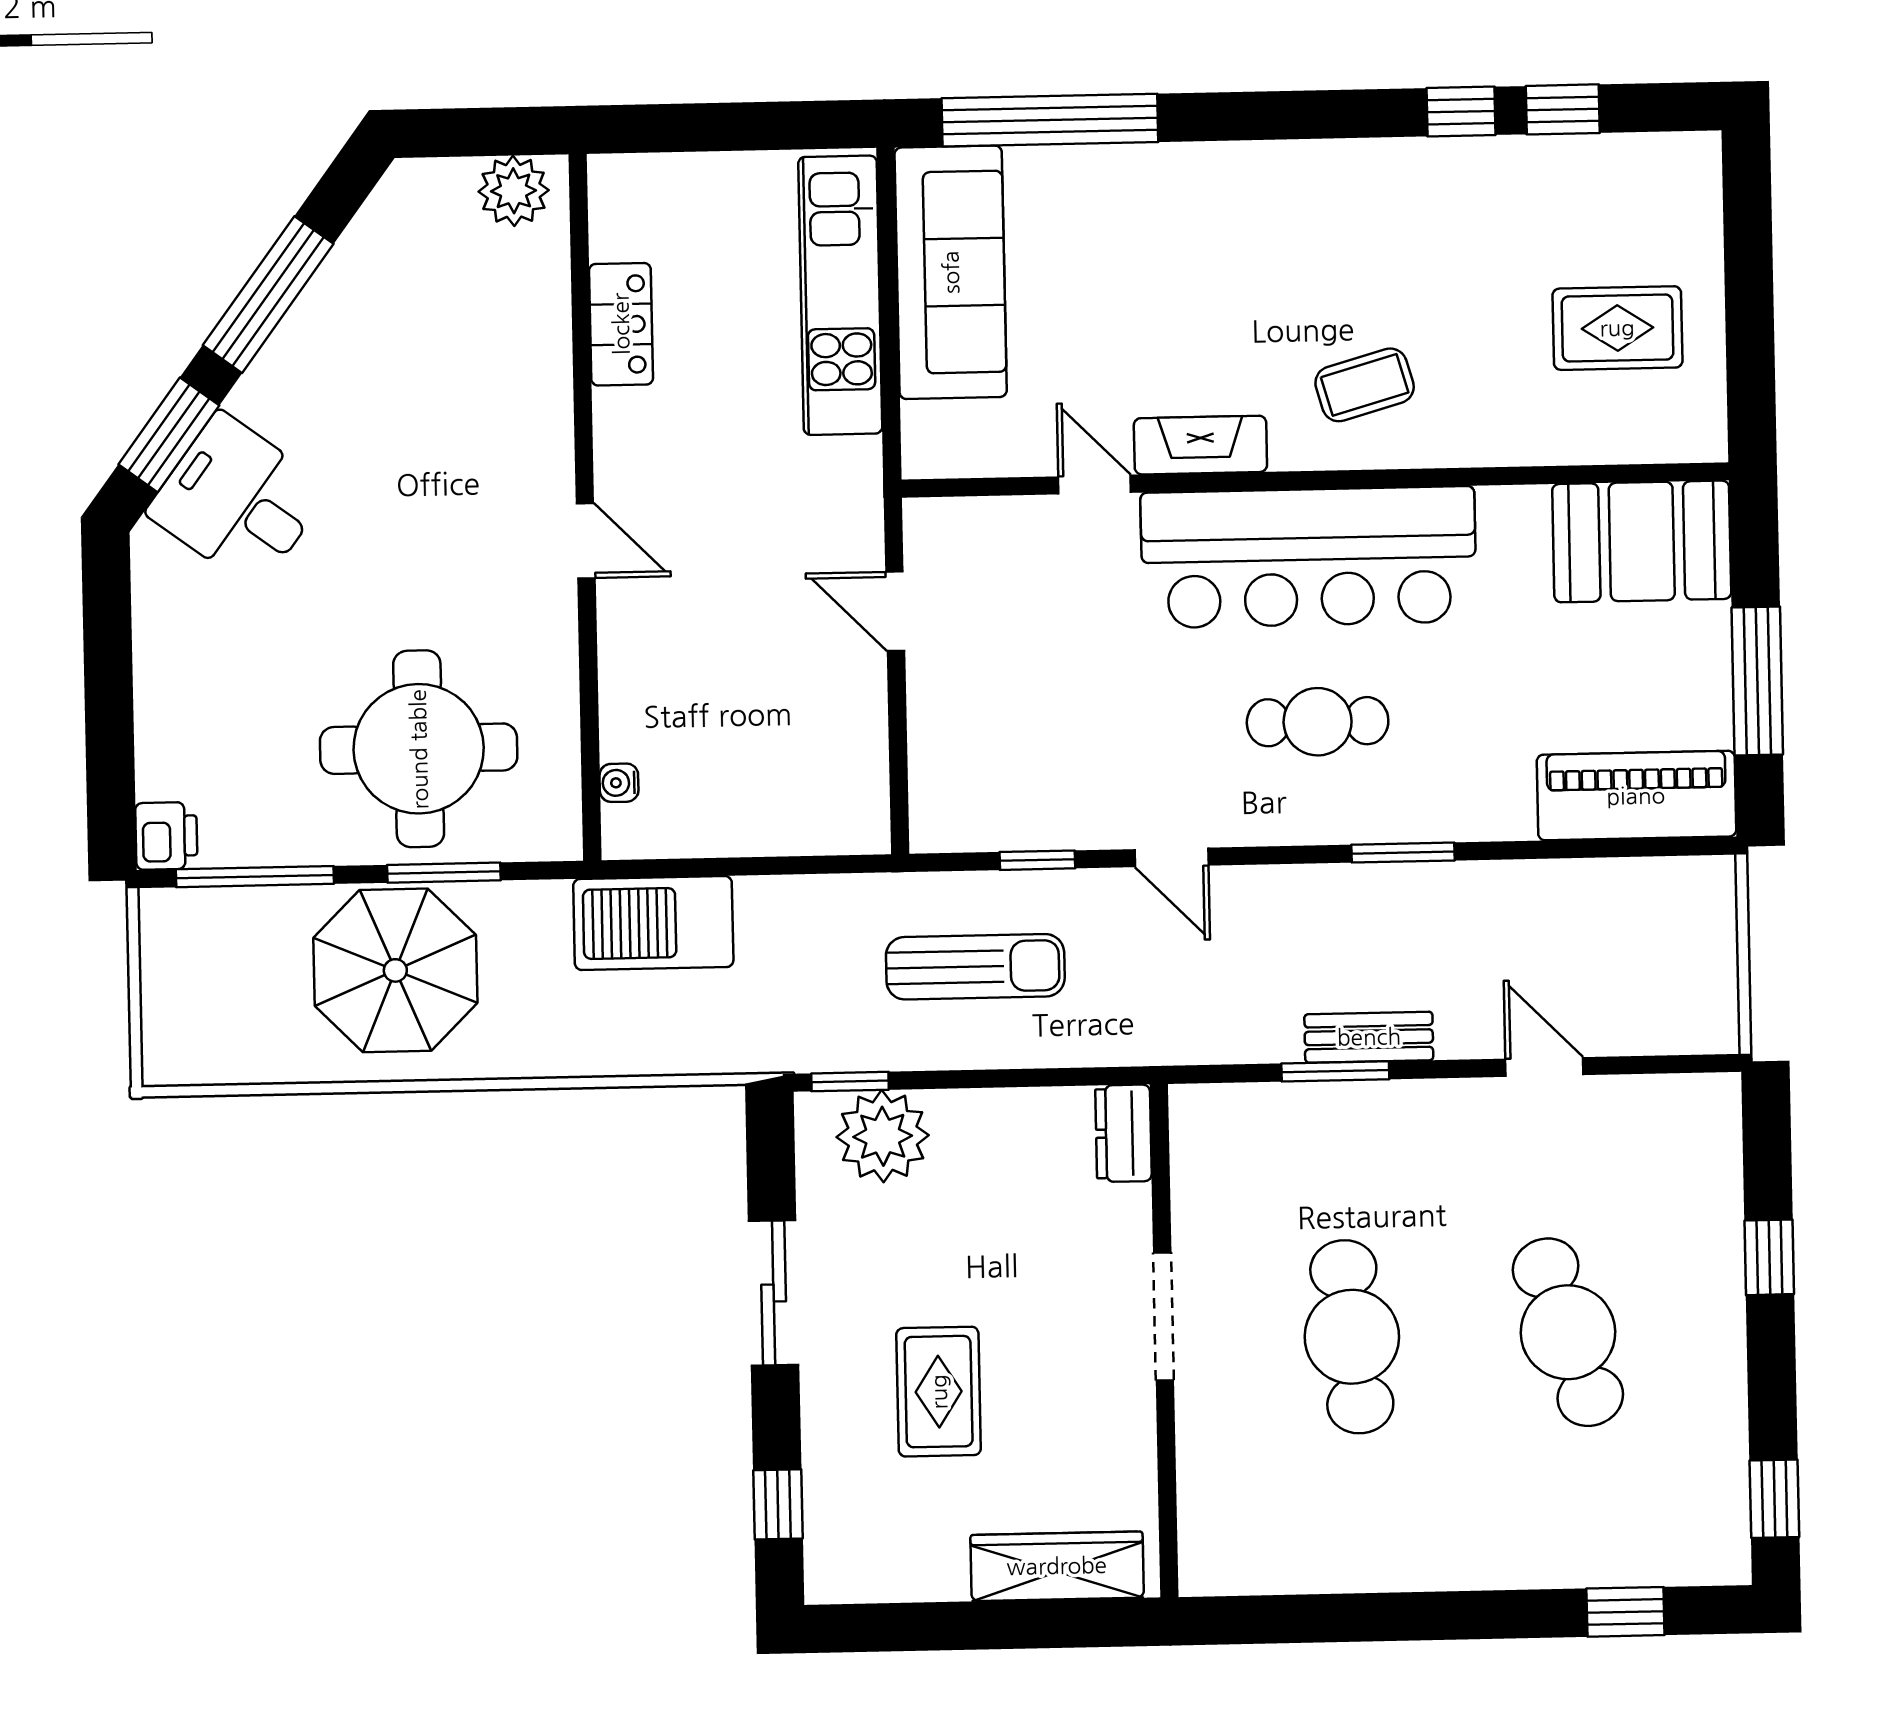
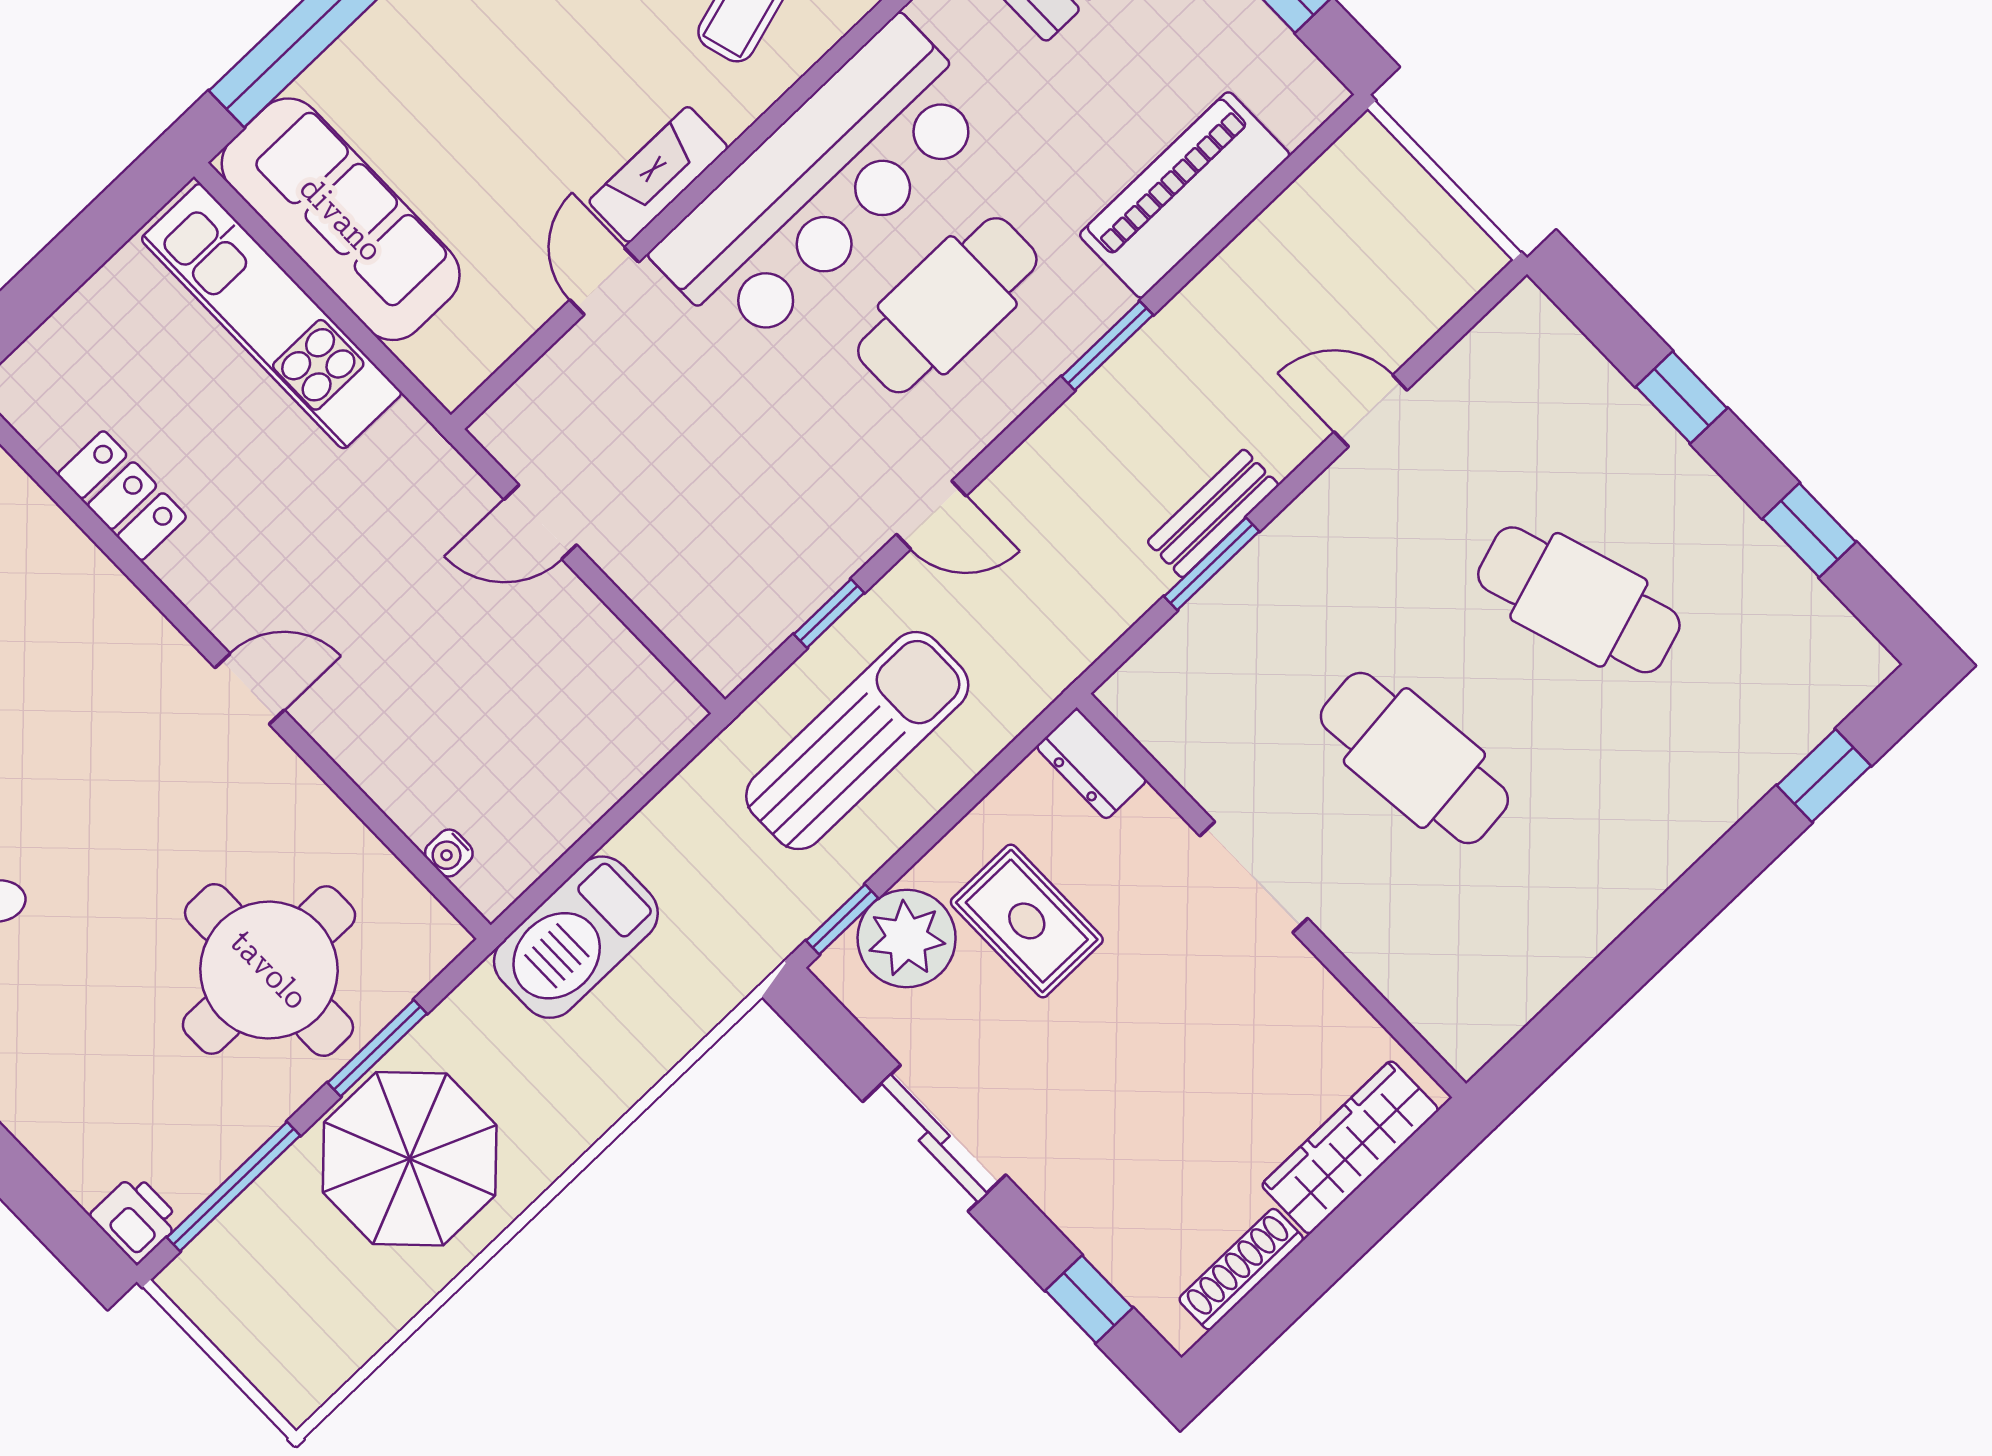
door: (1095, 485) -> (604, 281), hinge flipped
cafe table: (1318, 722) -> (947, 305), width x1.37, depth x1.35
piano: (1636, 796) -> (1185, 195), moved
sun lounger: (975, 967) -> (857, 741), width x1.36, depth x1.34
rug: (939, 1392) -> (1027, 921), moved
window: (1774, 1499) -> (1809, 530), moved
shoe rack: (903, 1581) -> (1241, 1269), added

